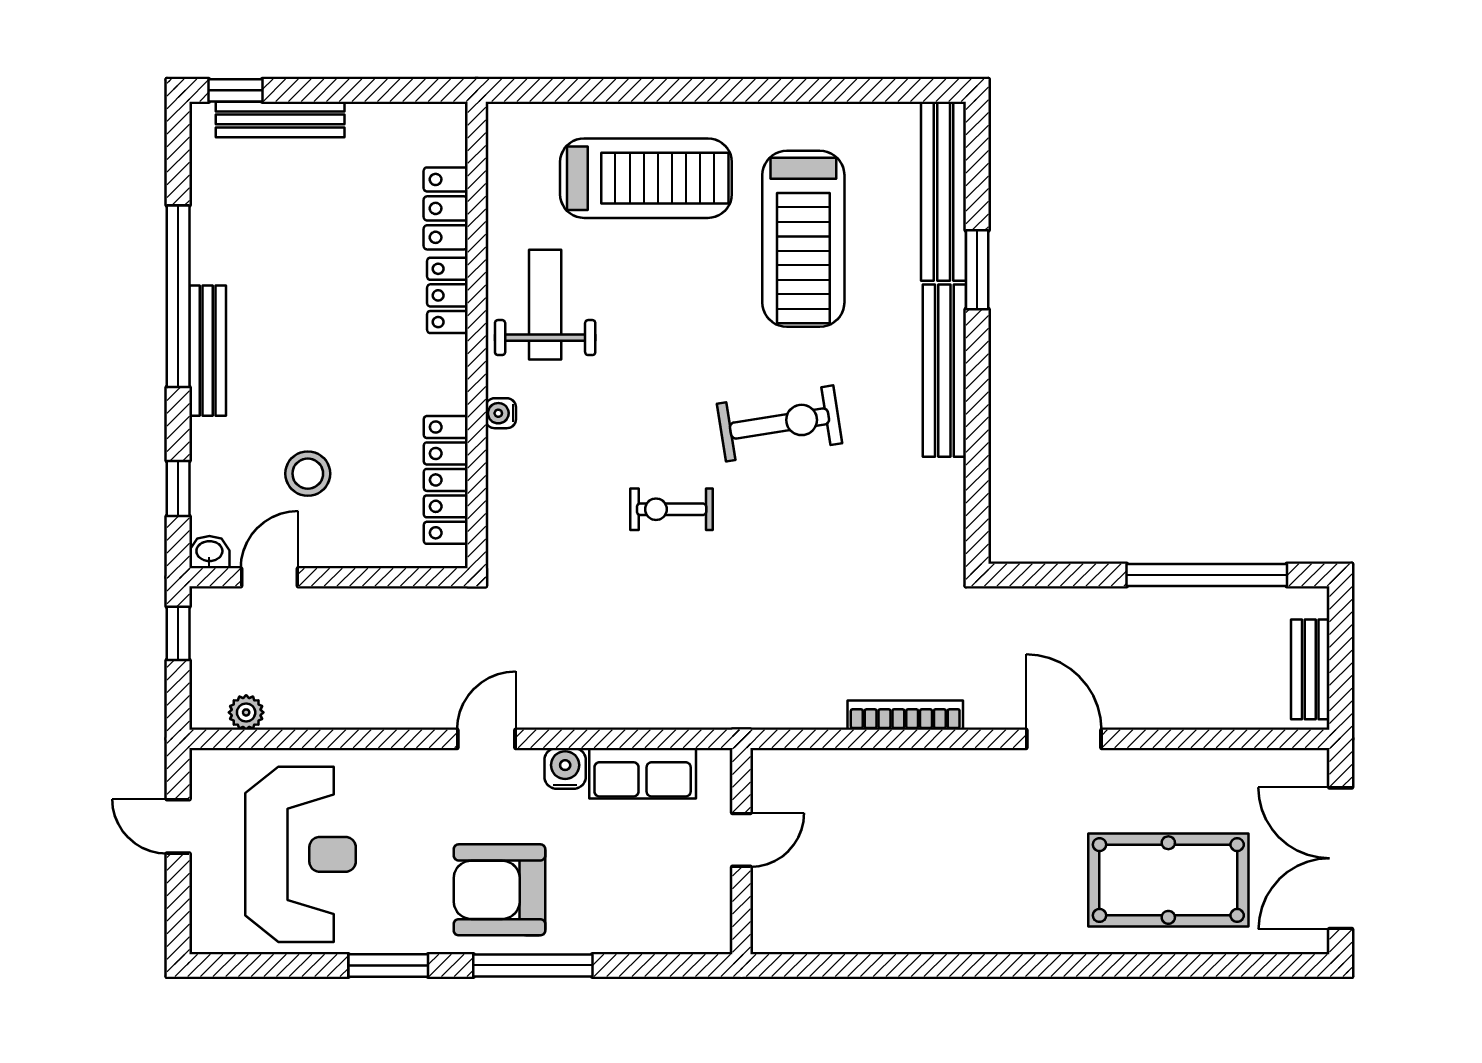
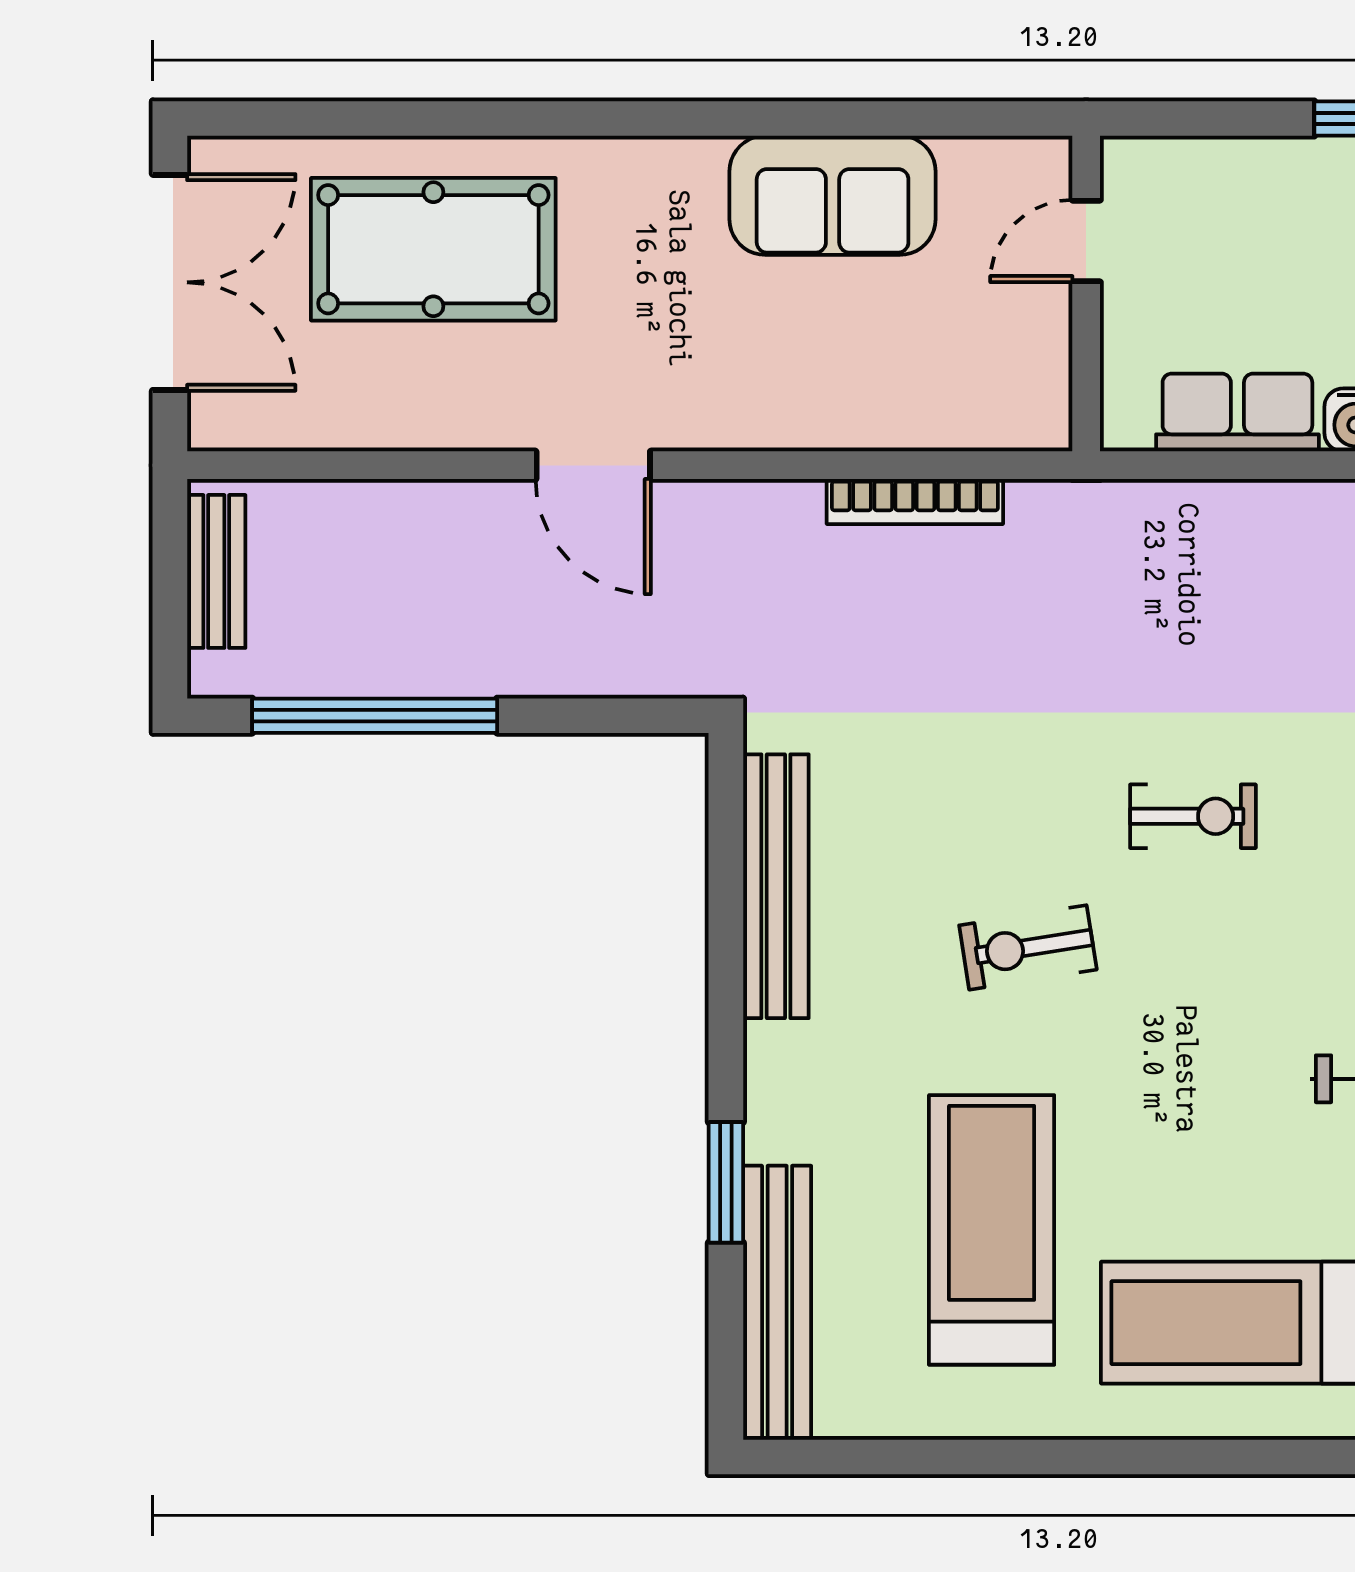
bench: (944, 371) -> (776, 886), moved
exercise bike: (780, 423) -> (1028, 947), width x0.73, depth x0.72
bookcase: (905, 715) -> (915, 501), moved
door: (741, 840) -> (1086, 241), moved
sofa: (907, 915) -> (833, 195), added

